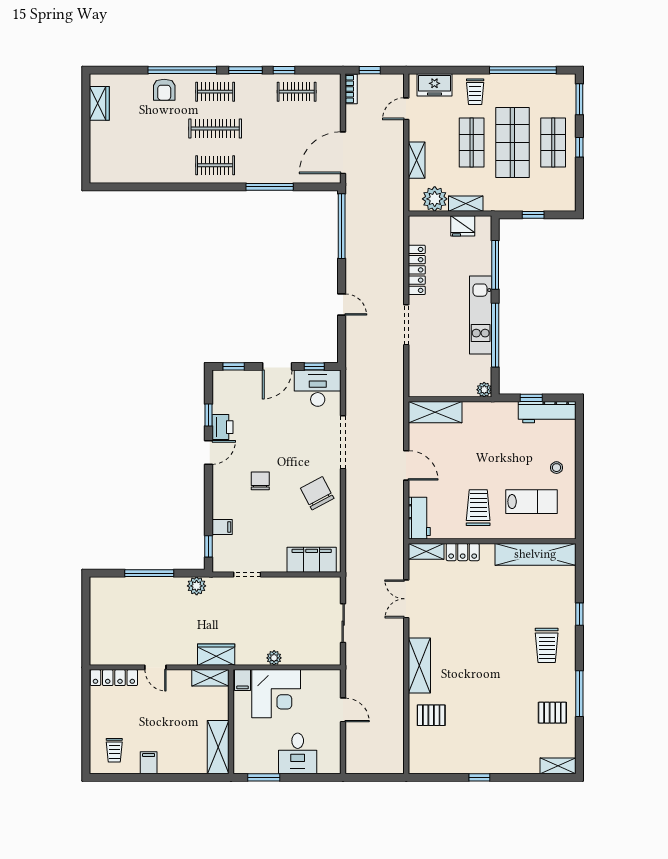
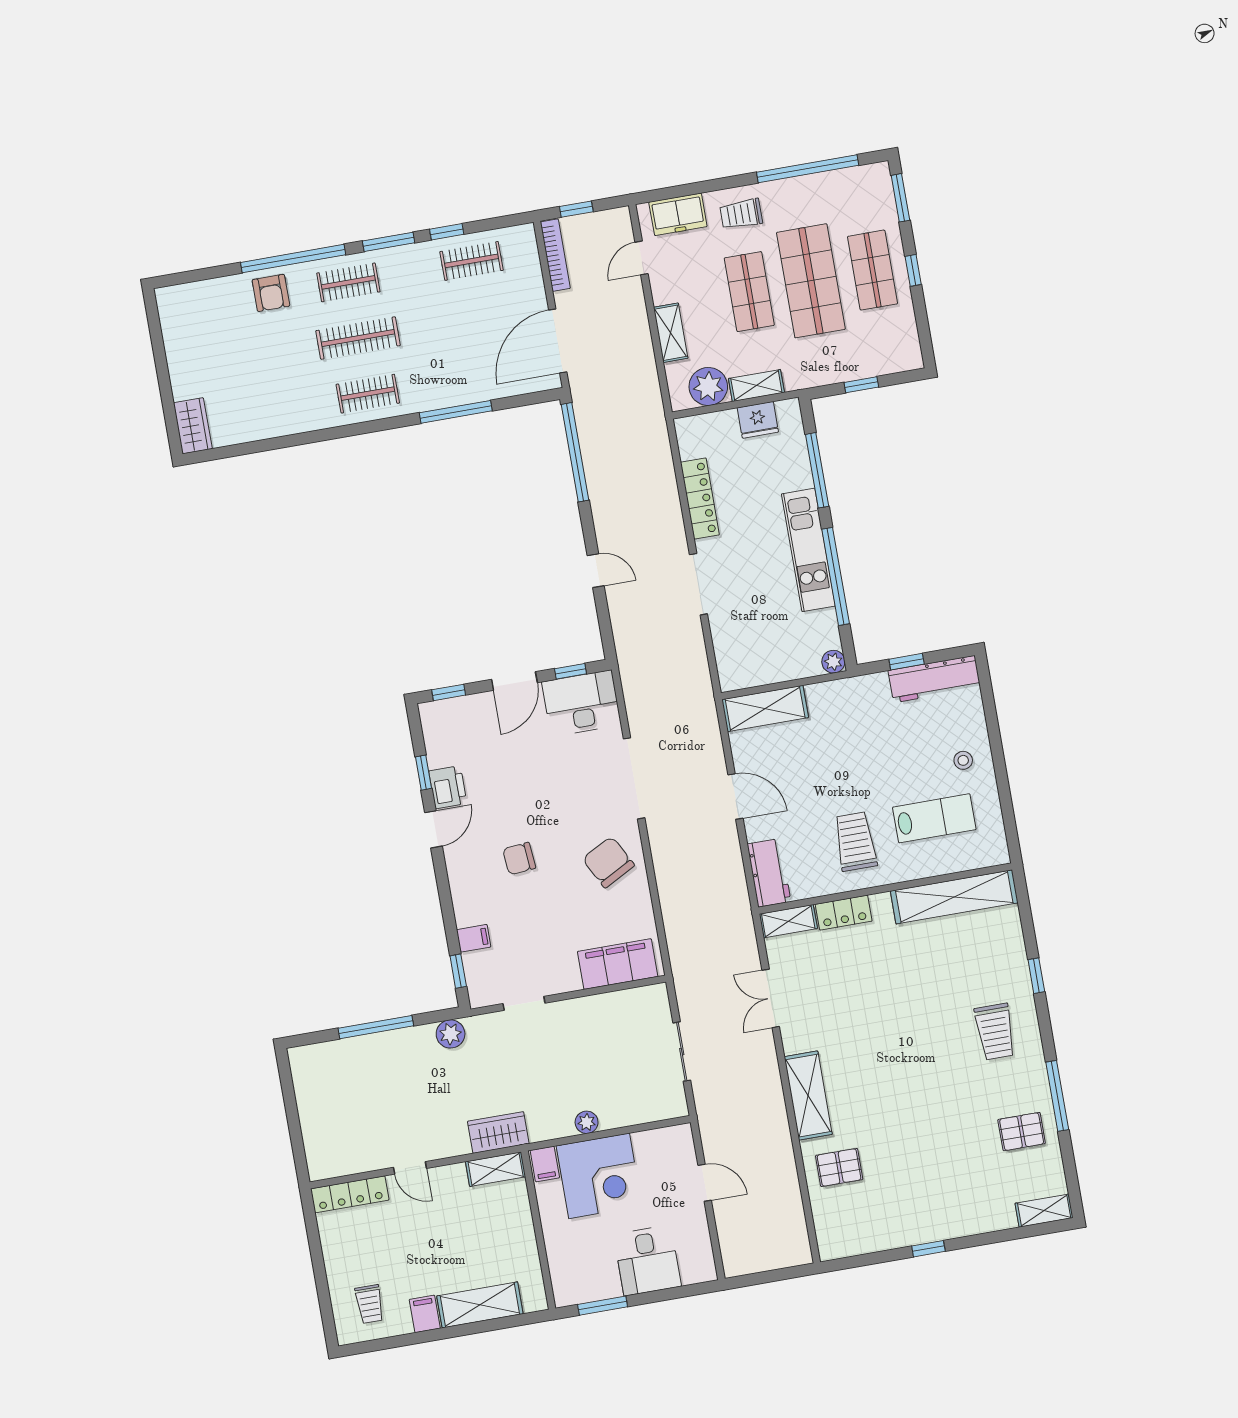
bookcase: (351, 89) -> (555, 255), width x1.56
trolley: (475, 92) -> (741, 214), turned 90
wardrobe: (99, 103) -> (193, 426), moved
chair: (260, 481) -> (519, 859), turned -95
shelving: (218, 747) -> (480, 1305), moved, turned 90

